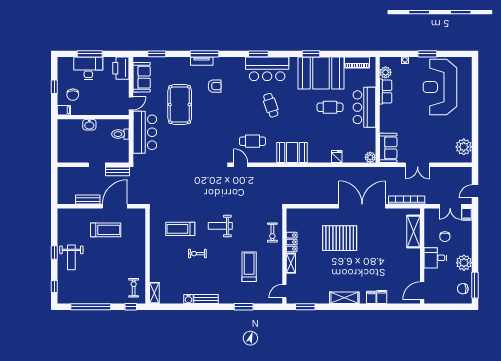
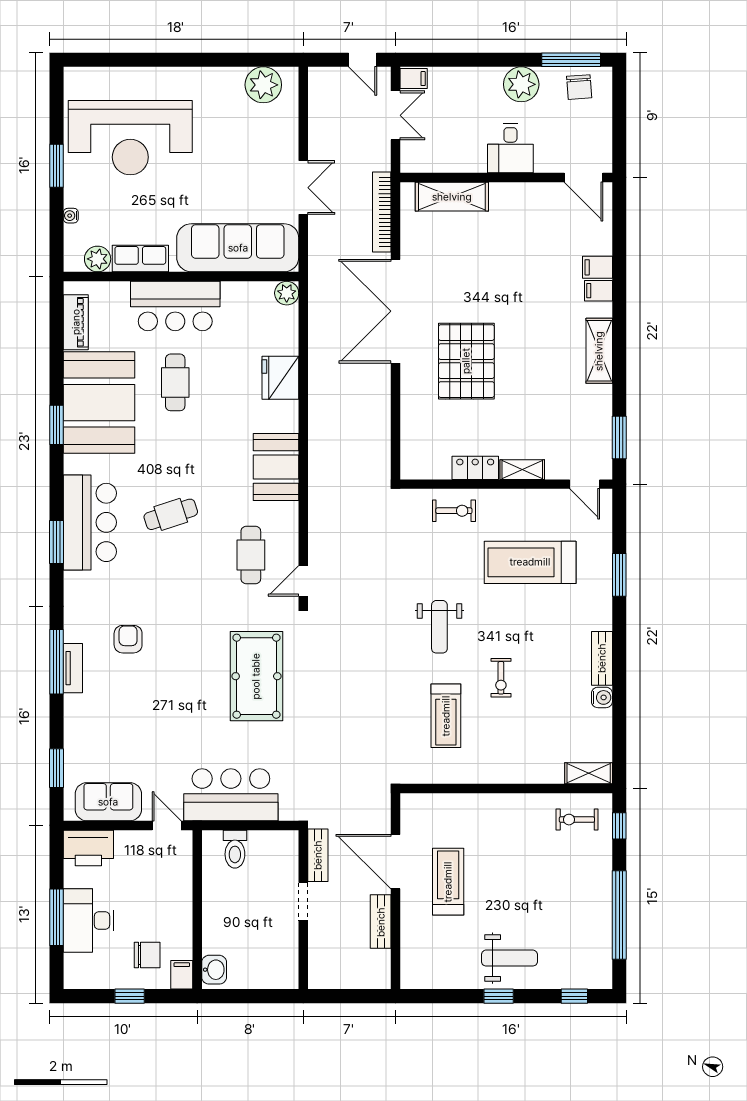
pool table: (180, 104) -> (256, 676), moved, turned 90
washbasin: (89, 125) -> (214, 970), moved
sofa: (388, 148) -> (238, 248), width x1.85, depth x1.27
fridge: (337, 157) -> (280, 378), width x1.88, depth x1.34
chair: (445, 237) -> (463, 127), removed
treadmill: (249, 267) -> (530, 562), width x1.37, depth x1.38

